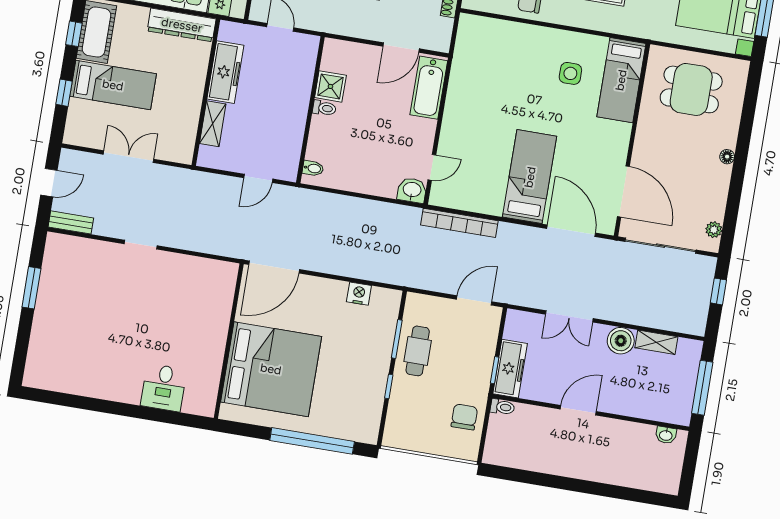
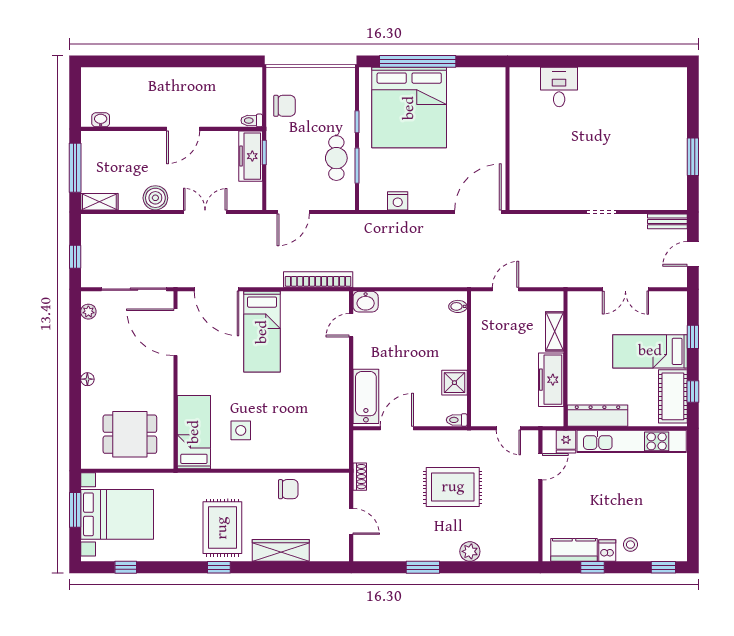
toilet: (324, 108) -> (457, 420), moved
shelving: (656, 342) -> (99, 202), moved
bed: (271, 369) -> (409, 108), moved, turned -90
chair: (464, 417) -> (284, 106), turned -90

